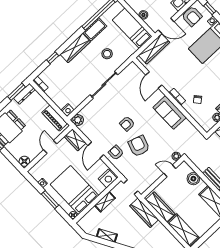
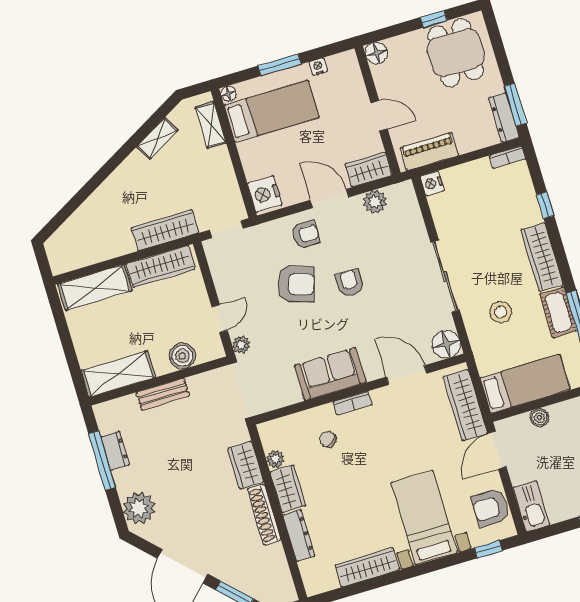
floor lamp: (132, 70) -> (446, 344), added
plant: (78, 120) -> (375, 202), moved
bed: (75, 190) -> (272, 111), width x0.67
shelving: (105, 202) -> (211, 125), moved

